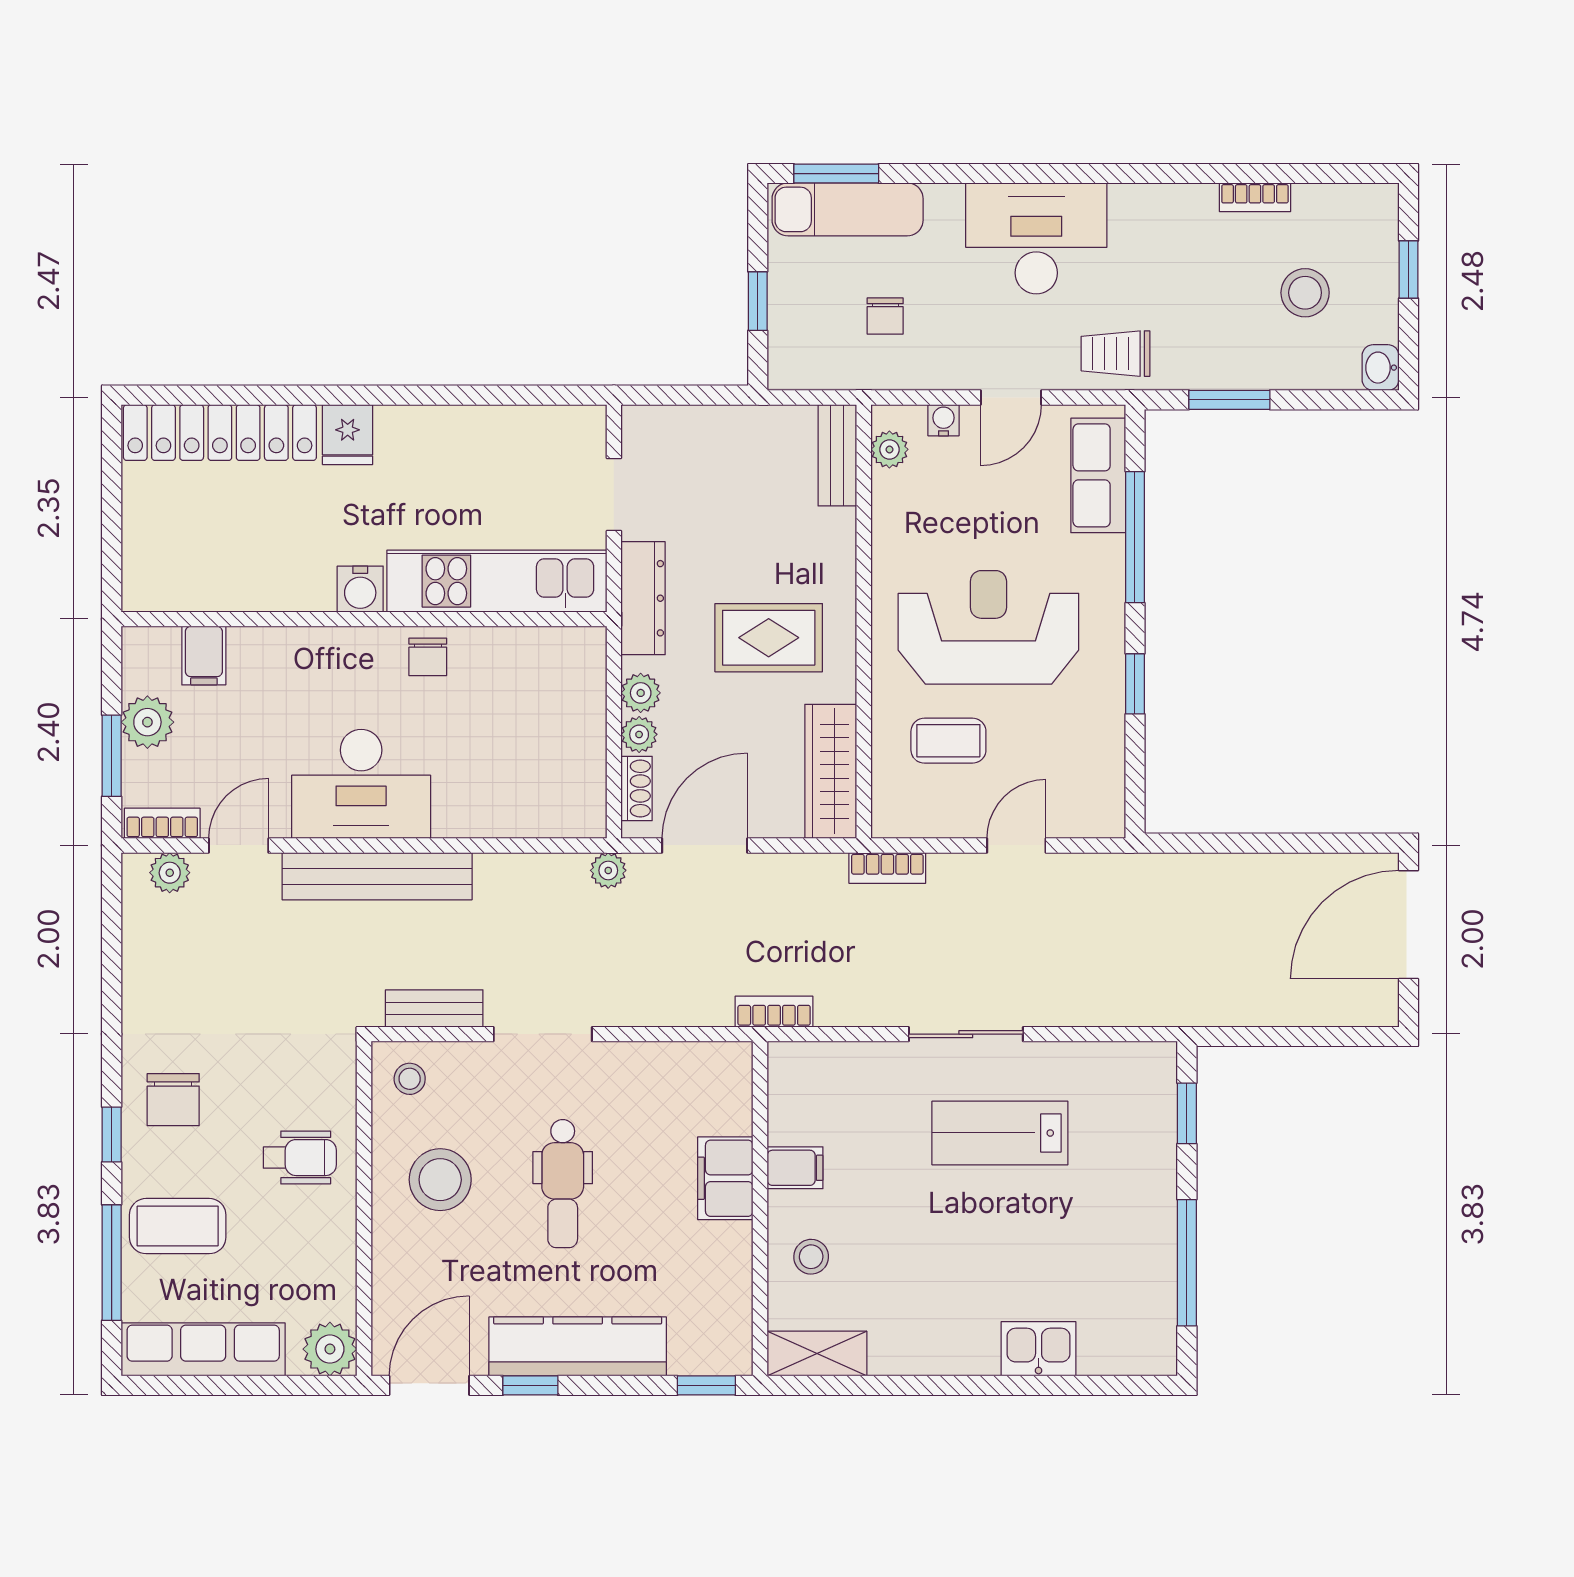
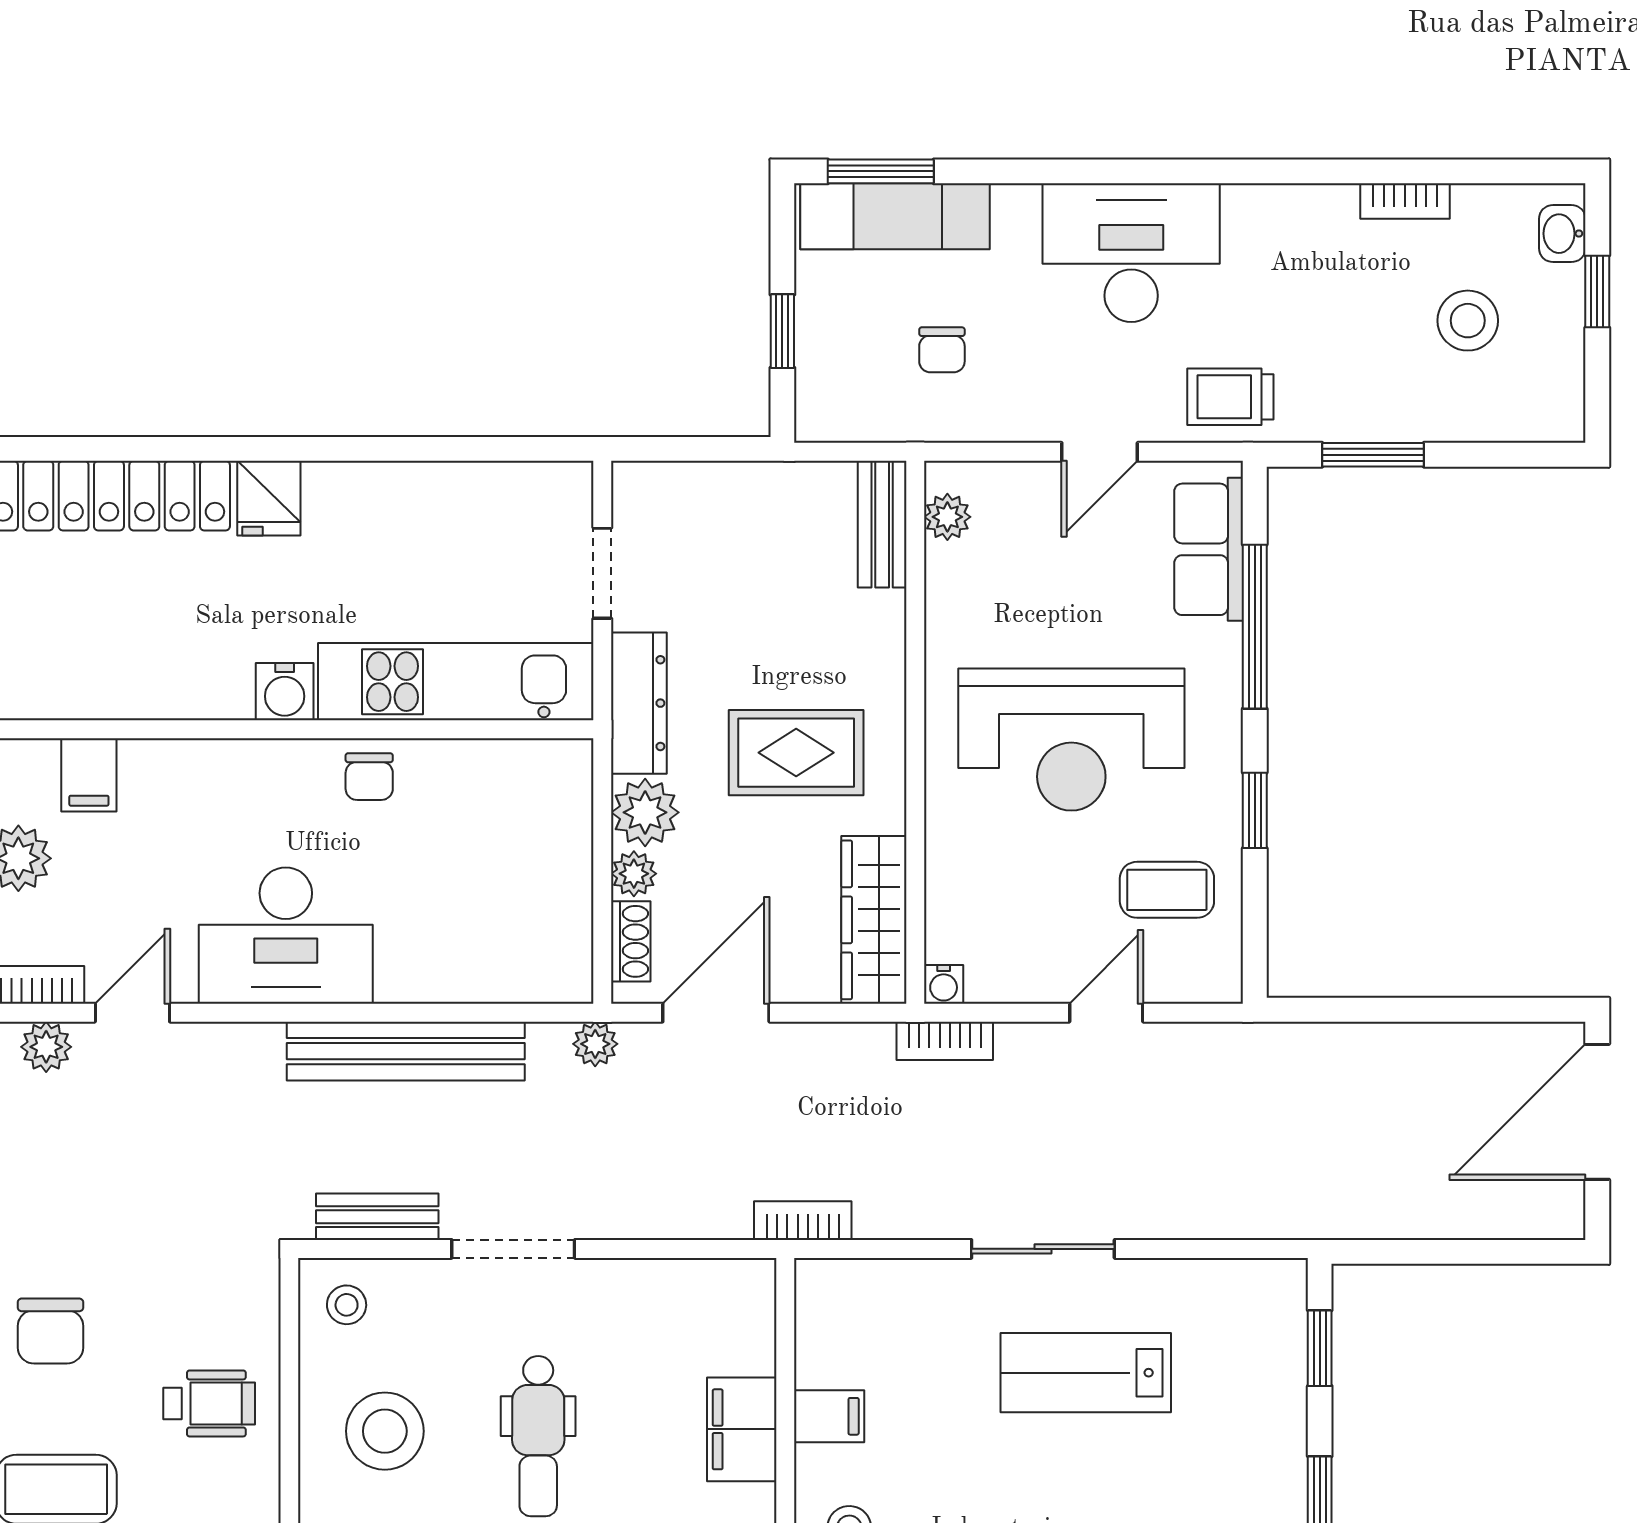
washbasin: (1381, 368) -> (1562, 234), moved
water cooler: (943, 420) -> (944, 984), moved, turned 180
reception desk: (988, 627) -> (1071, 740), turned 180
plant: (641, 693) -> (645, 812), width x1.38, depth x1.38
coffee table: (948, 741) -> (1167, 890), moved
bench: (377, 876) -> (406, 1051), moved

